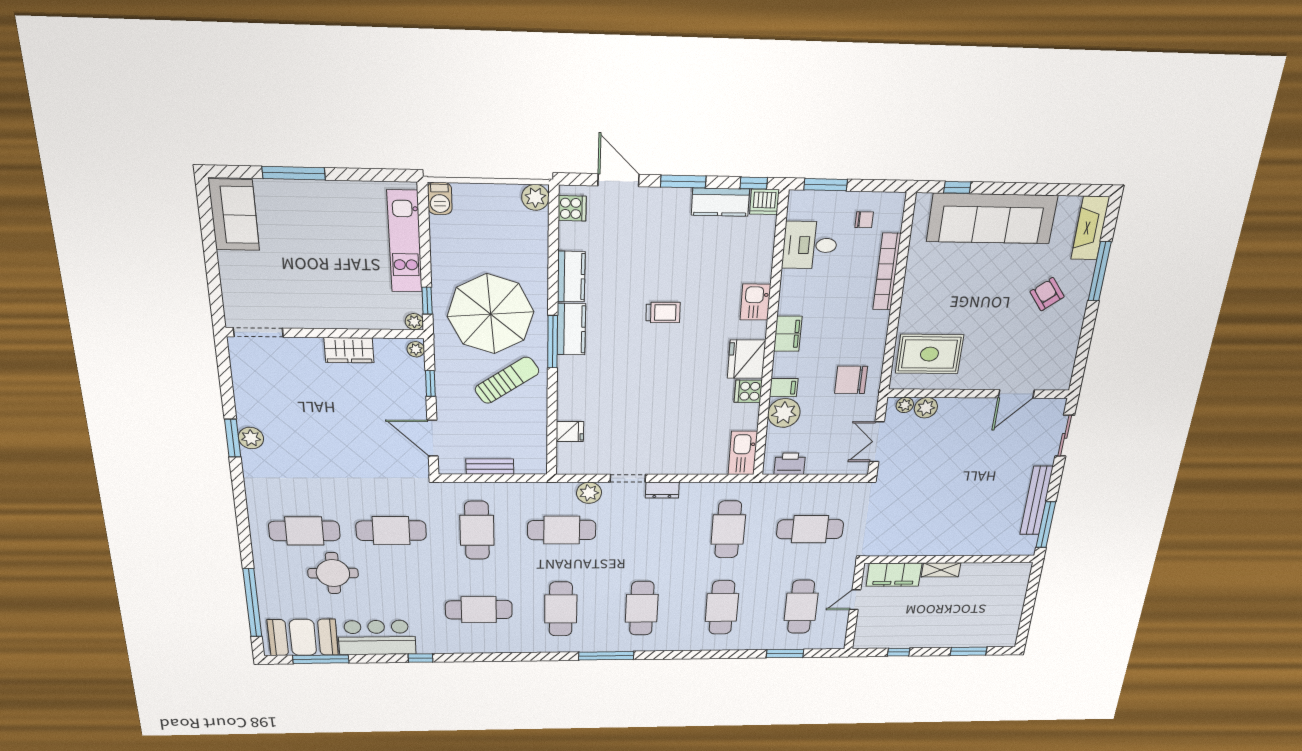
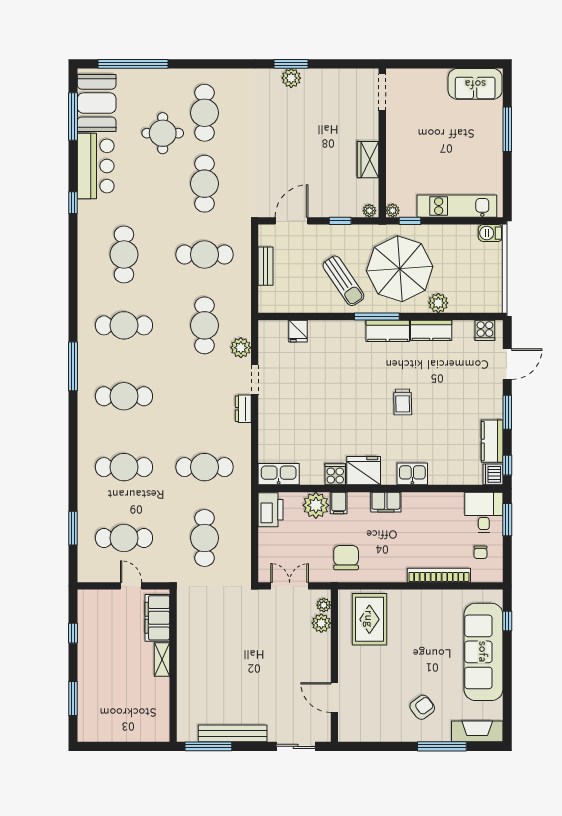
plant: (535, 197) -> (438, 303), moved
desk: (810, 245) -> (484, 512), moved
printer: (790, 464) -> (271, 510), width x1.37, depth x1.19

